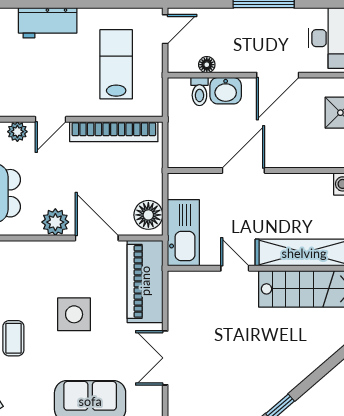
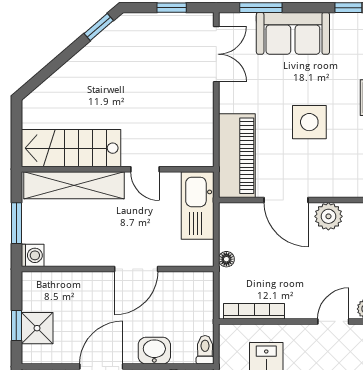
toilet: (199, 91) -> (205, 350), moved
bookcase: (114, 132) -> (254, 311), width x0.68, depth x0.76
floor lamp: (148, 215) -> (226, 259), moved, width x0.53, depth x0.53
double door: (165, 358) -> (216, 54), moved

